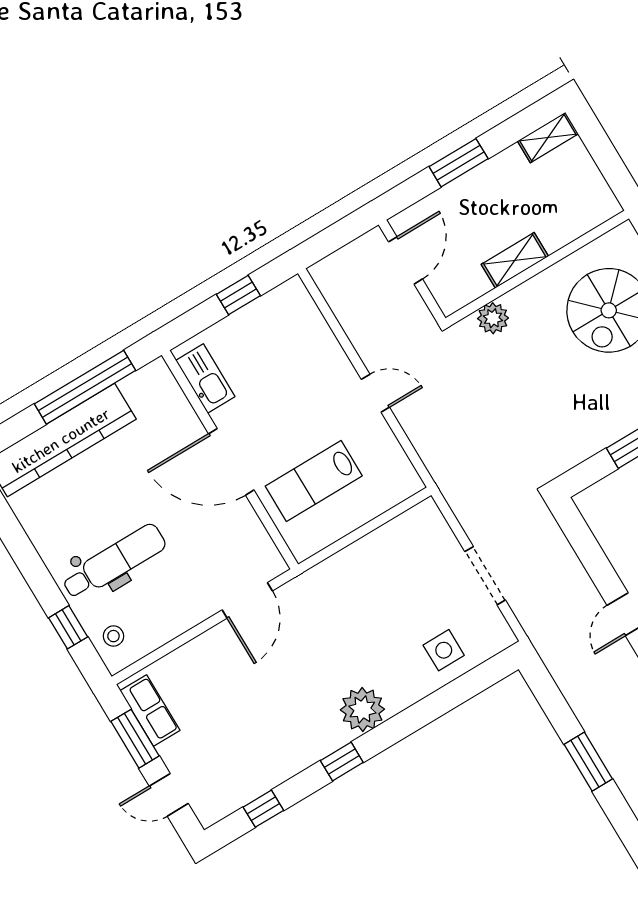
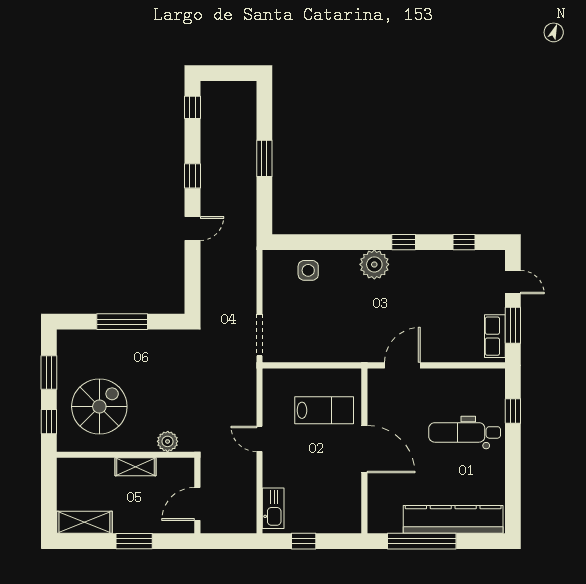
shelving: (548, 138) -> (84, 522), width x1.50, depth x1.33
kitchen sink: (205, 379) -> (273, 508), moved, turned 180
doorway: (485, 576) -> (259, 335), moved
stool: (113, 636) -> (490, 391), removed

